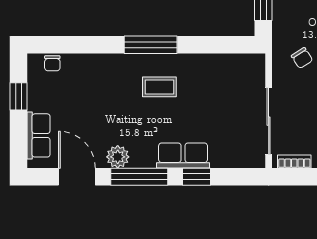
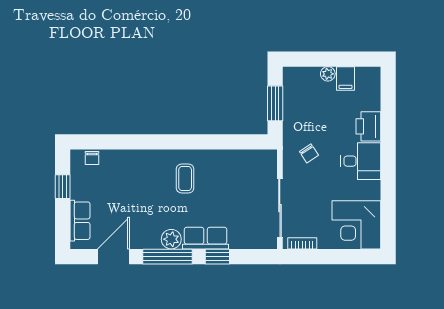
window: (151, 45) -> (177, 142), removed
coffee table: (159, 87) -> (185, 179), turned 90
plant: (118, 157) -> (171, 239), moved
door: (77, 177) -> (113, 257), hinge flipped

